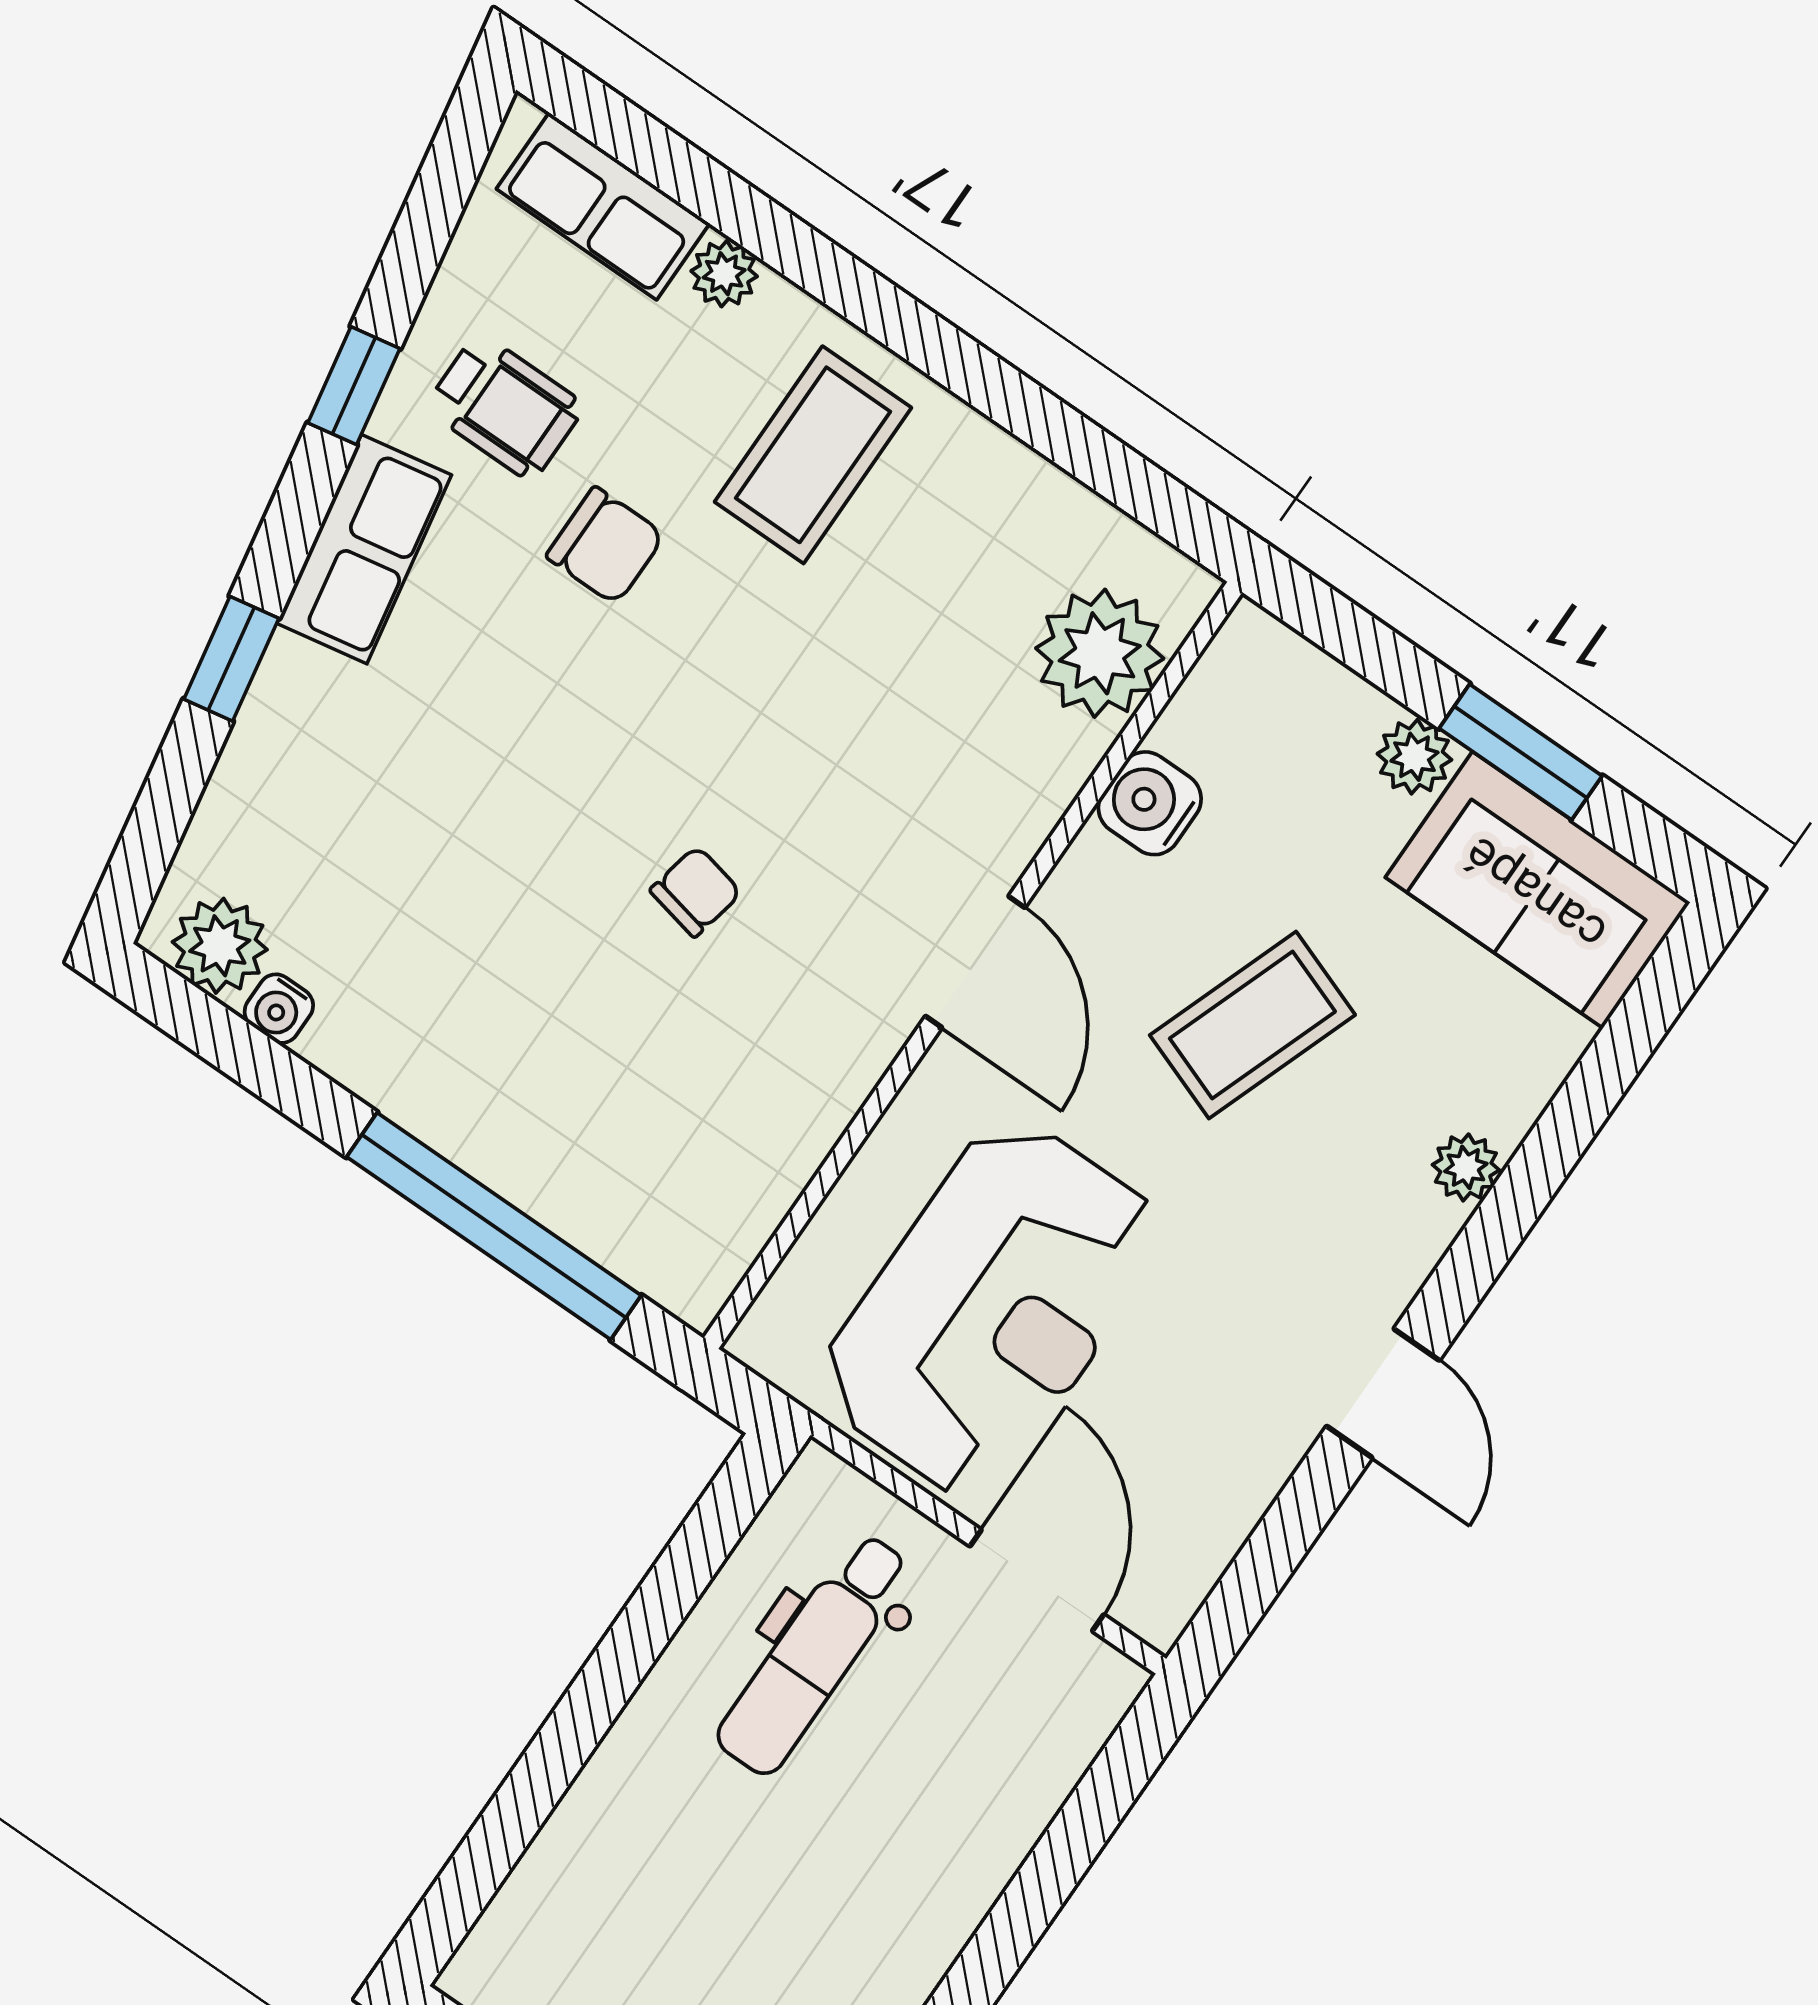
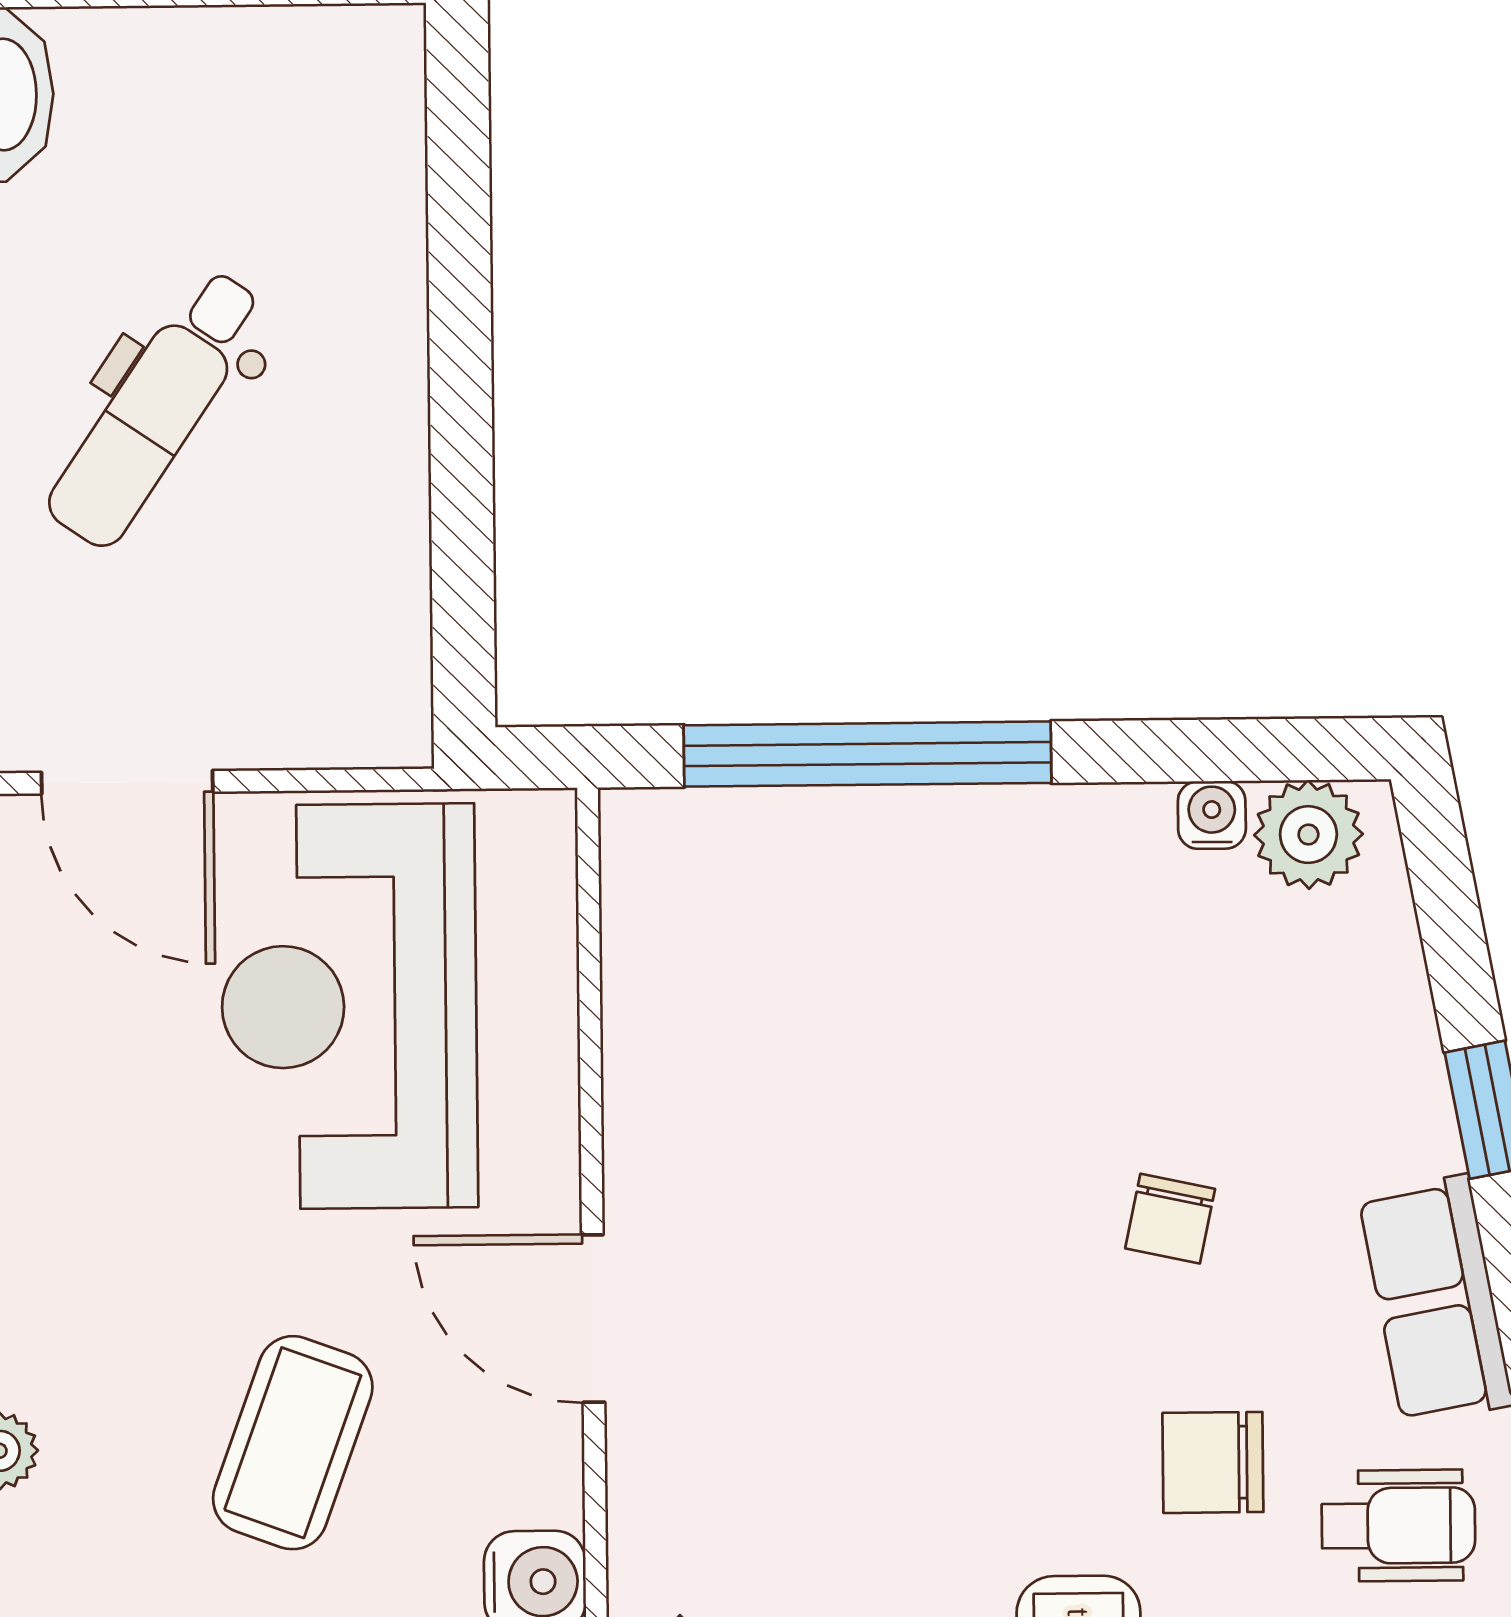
wheelchair: (505, 407) -> (1398, 1526), turned 180
chair: (696, 892) -> (1170, 1219), moved
dental chair: (814, 1654) -> (156, 408), moved, turned -146

